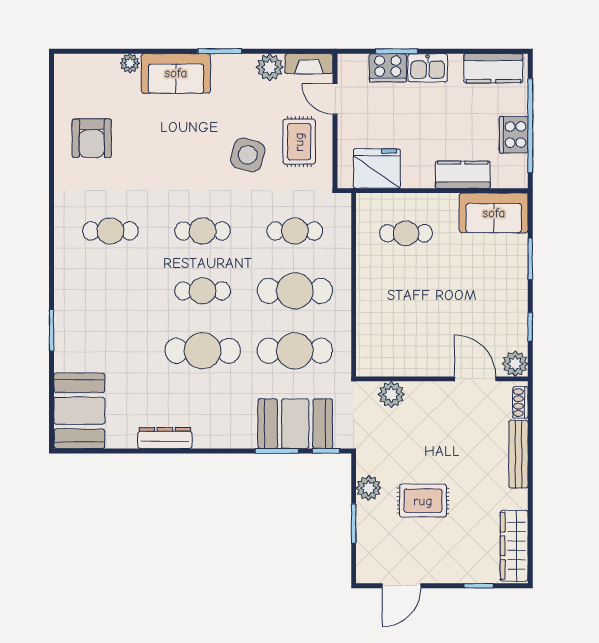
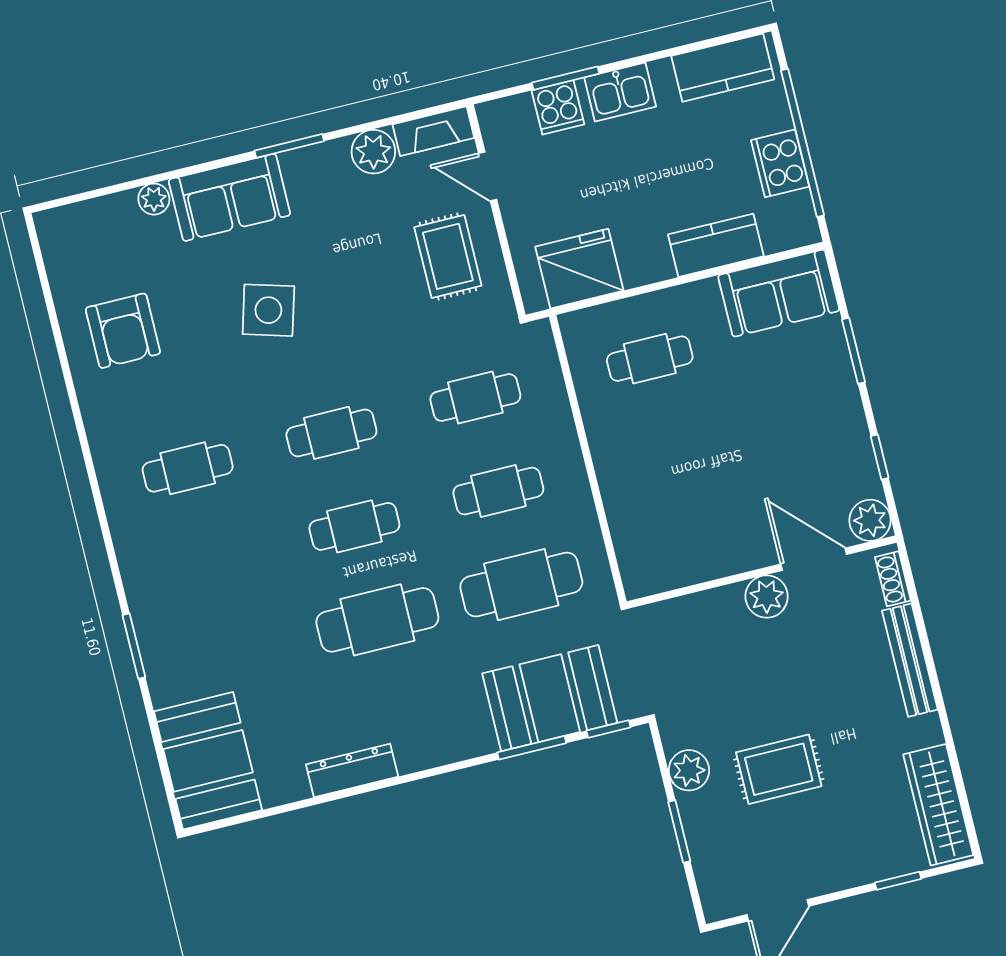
cooker: (388, 68) -> (558, 107), width x0.73
side table: (248, 155) -> (268, 310), moved
cafe table: (295, 291) -> (498, 491), width x0.73, depth x0.74
plant: (391, 394) -> (767, 597), moved

